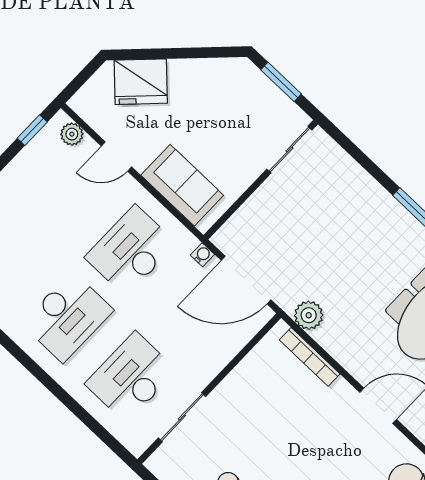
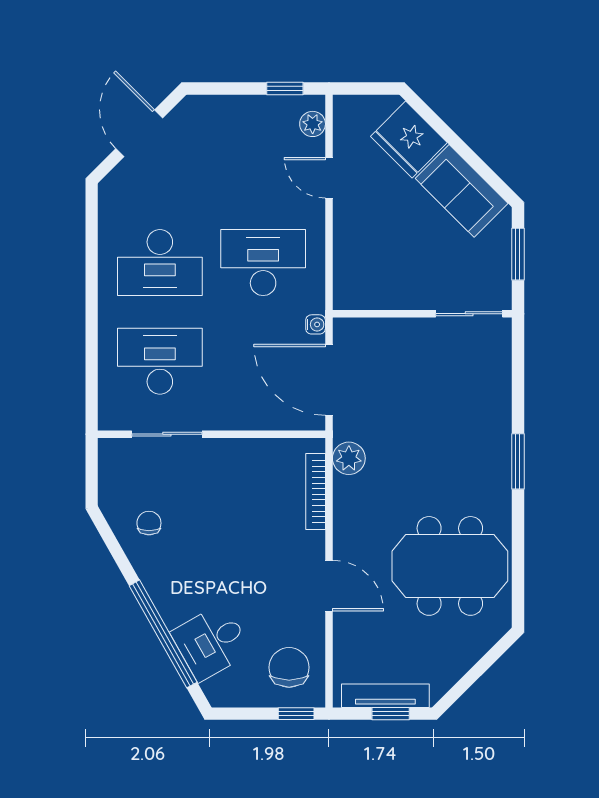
sofa: (182, 185) -> (462, 191), moved, turned 135

